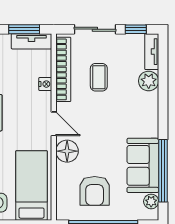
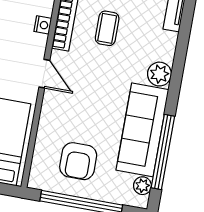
plant: (149, 81) -> (159, 74), moved
floor lamp: (67, 151) -> (54, 109), removed
sofa: (143, 165) -> (142, 130), width x1.36

